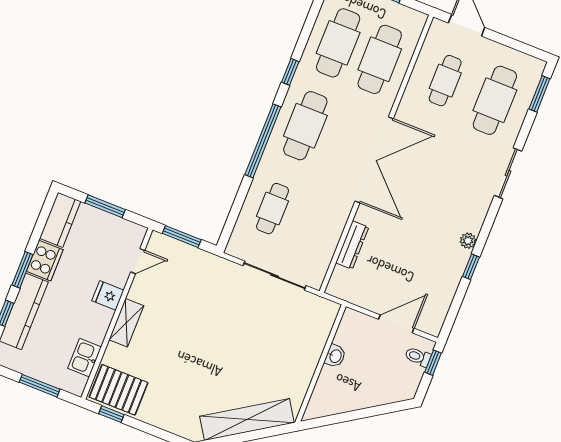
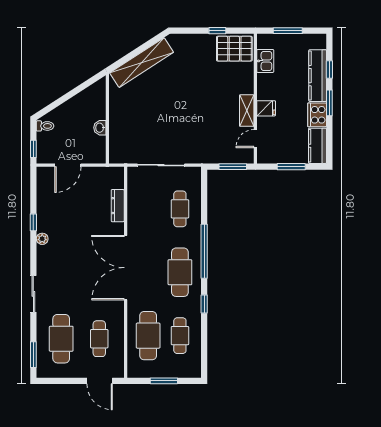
cafe table: (338, 43) -> (180, 336), width x0.73, depth x0.74
shelving: (126, 323) -> (247, 111), moved
toilet: (418, 357) -> (45, 126), moved
window: (111, 414) -> (217, 31), moved

